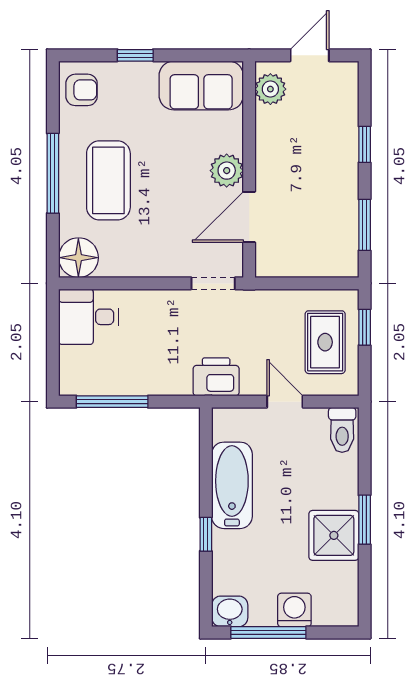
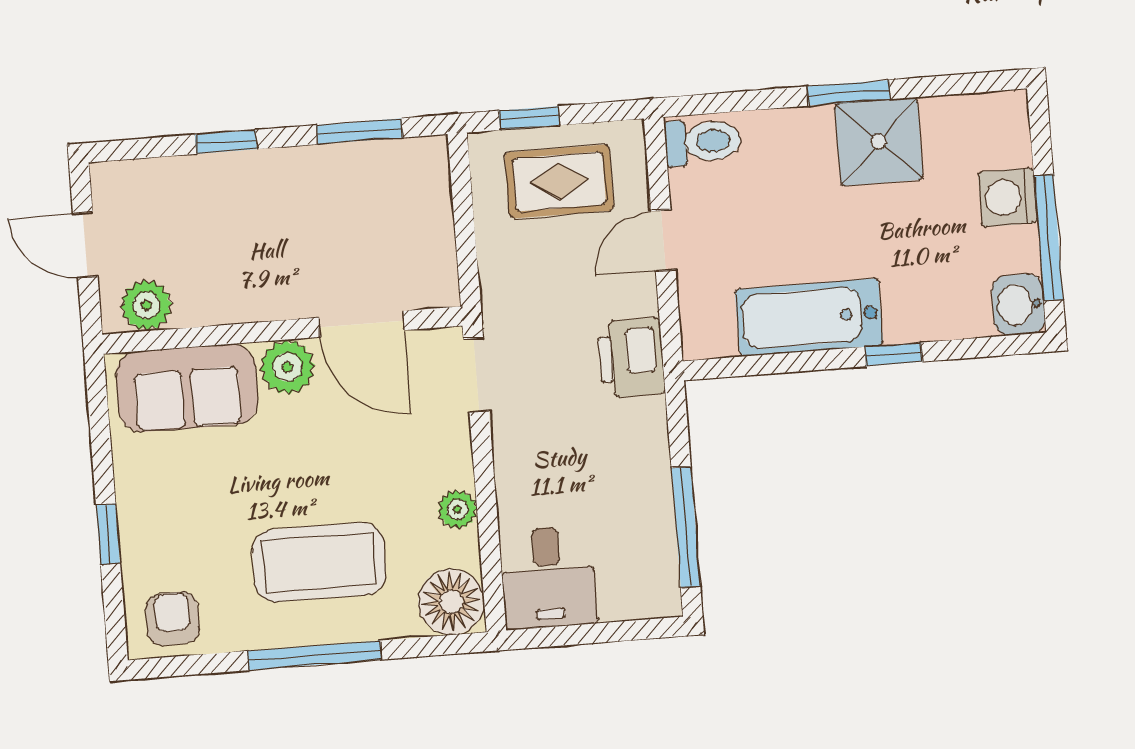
sofa: (201, 85) -> (187, 388), moved, turned 90
plant: (133, 266) -> (457, 509), added

